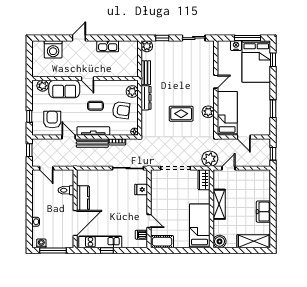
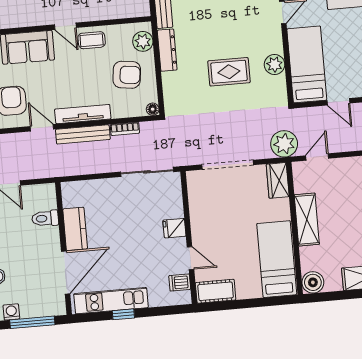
coffee table: (95, 106) -> (92, 40), moved
fridge: (141, 190) -> (174, 228), moved

